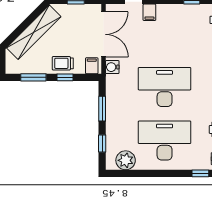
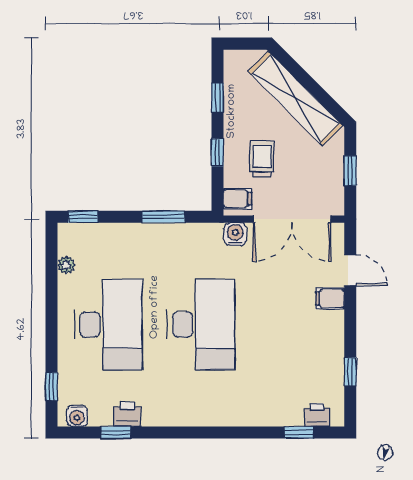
trolley: (63, 63) -> (262, 159), moved
window: (33, 77) -> (217, 98), width x0.67
window: (102, 143) -> (83, 217), moved
plant: (126, 160) -> (66, 265), width x0.53, depth x0.53

